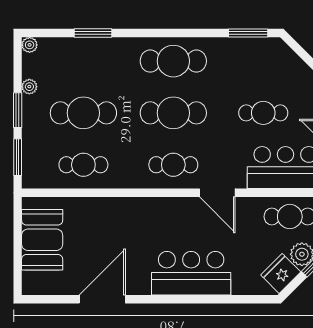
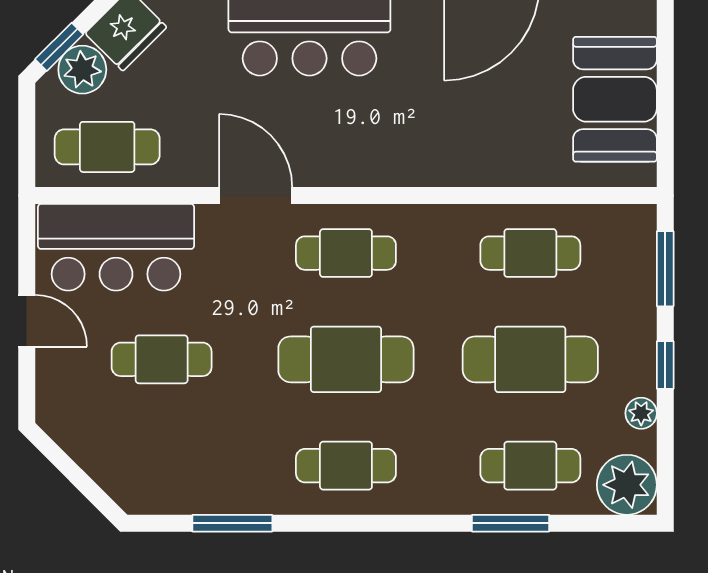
window: (248, 33) -> (232, 523), moved
plant: (30, 45) -> (627, 485), width x1.88, depth x1.88
cafe table: (83, 61) -> (530, 466), added
cafe table: (173, 61) -> (346, 466), width x0.73, depth x0.74
window: (18, 110) -> (665, 365), width x0.67

